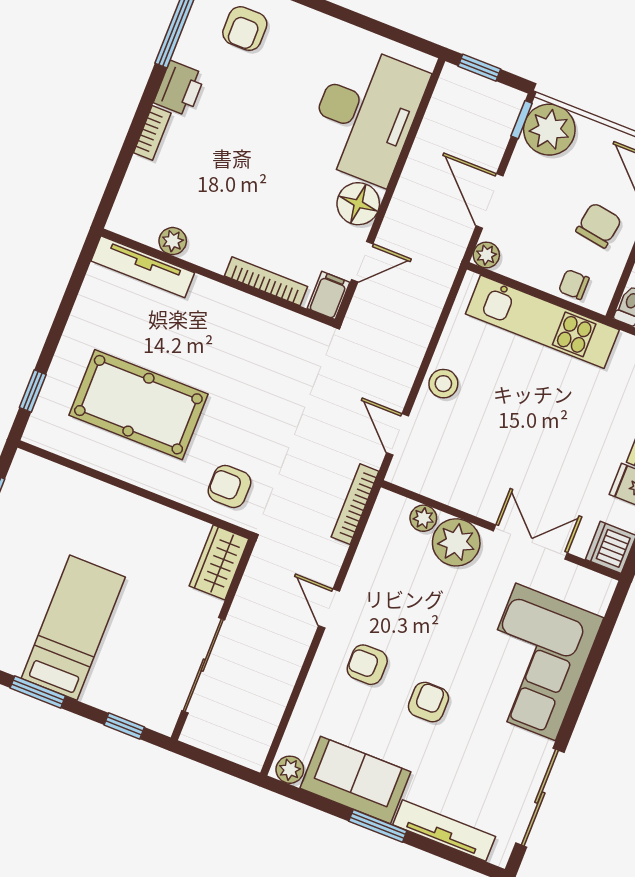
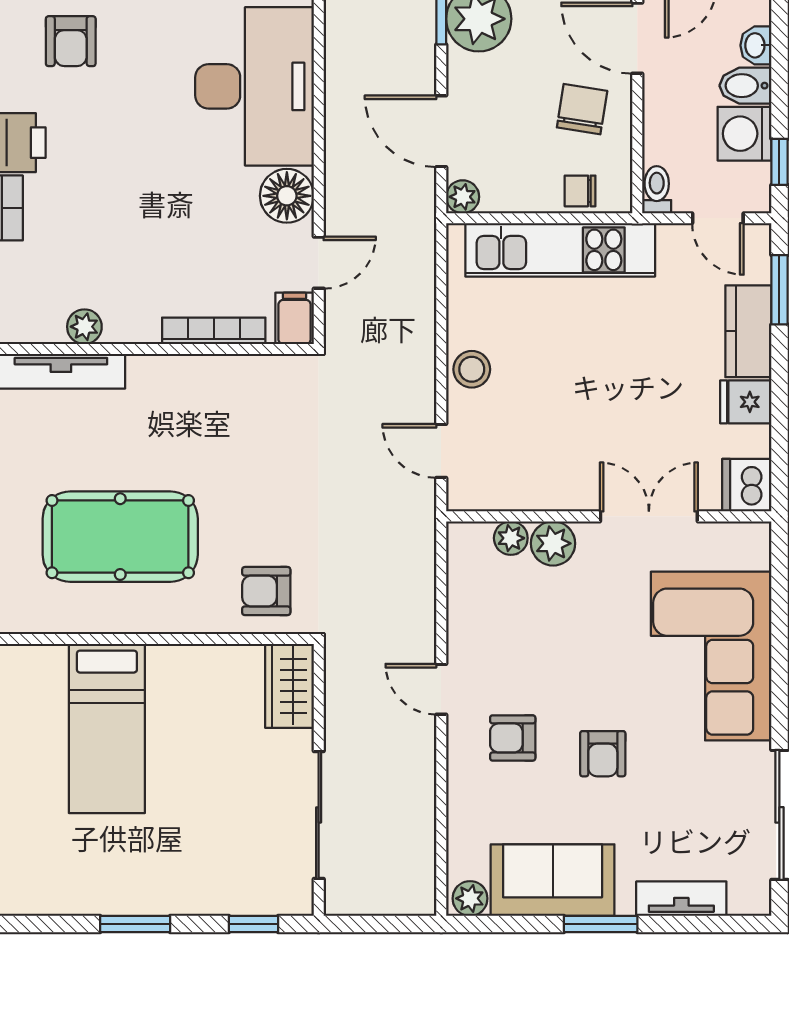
bookcase: (355, 504) -> (423, 553), removed
plant: (456, 542) -> (553, 543), width x0.73, depth x0.73
bed: (73, 628) -> (107, 728), moved, turned 180
armchair: (428, 702) -> (603, 754), turned 180
tv unit: (444, 831) -> (681, 899), width x0.71

